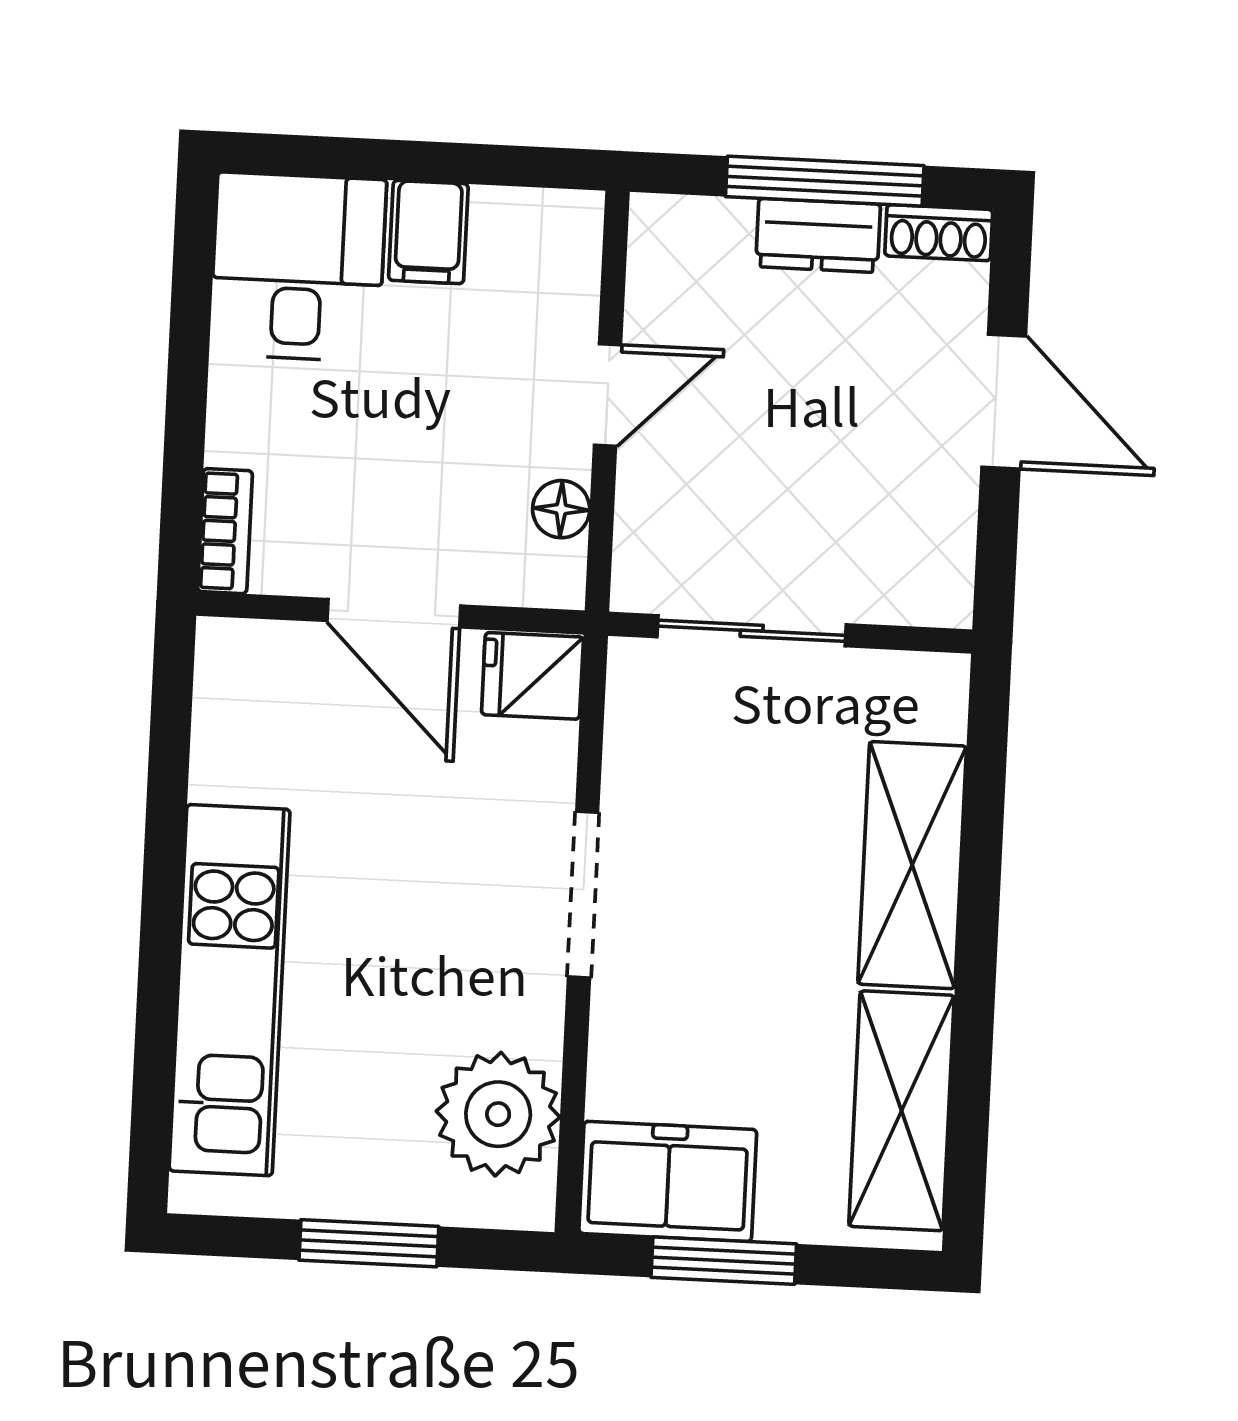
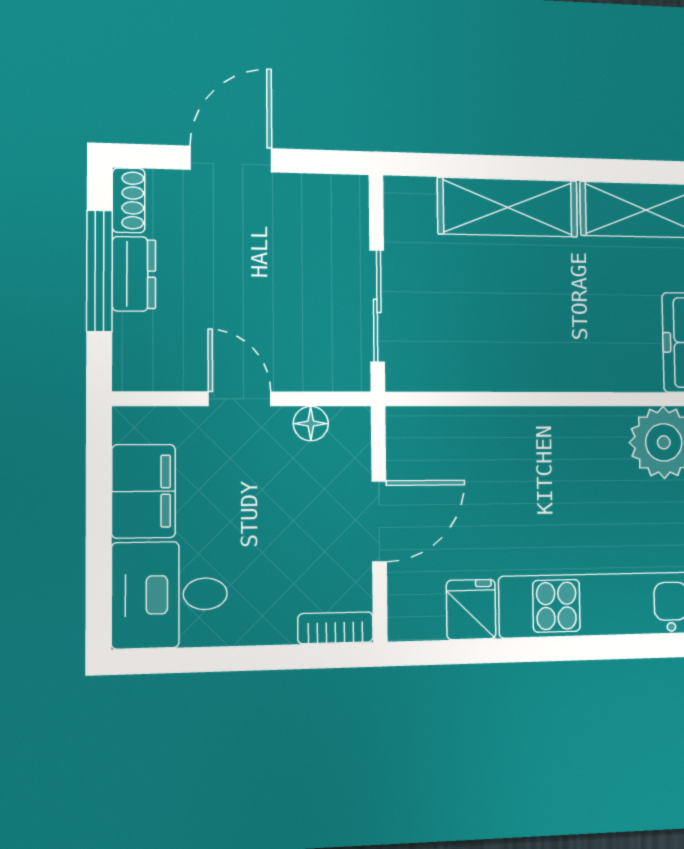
filing cabinet: (428, 232) -> (144, 491), width x2.00
fridge: (532, 676) -> (471, 609), moved, turned 180
doorway: (583, 895) -> (537, 399), removed

